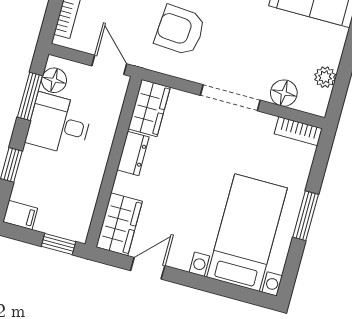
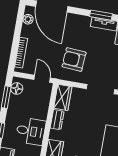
desk: (59, 124) -> (31, 131), moved, turned 180

